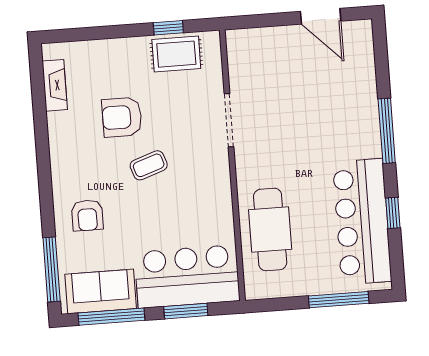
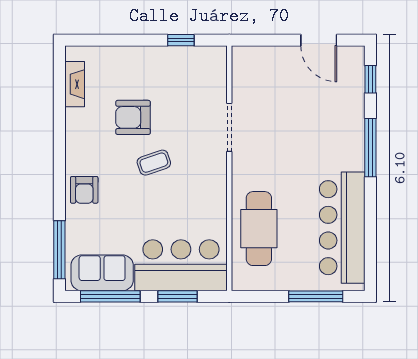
rug: (176, 54) -> (186, 64), removed
window: (393, 213) -> (370, 79), moved
armchair: (87, 215) -> (84, 190), moved

